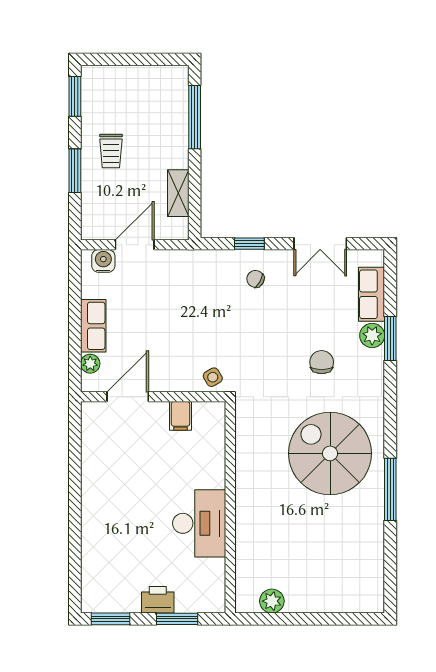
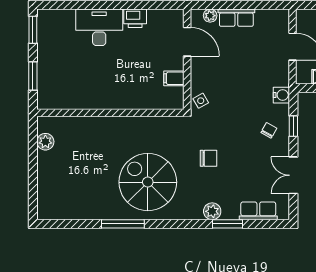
water cooler: (103, 261) -> (281, 95), moved
plant: (372, 335) -> (212, 211), moved
chair: (322, 362) -> (209, 158), moved
spiral stairs: (330, 453) -> (148, 182), turned -90
desk: (199, 523) -> (99, 27), moved, turned 180
printer: (158, 600) -> (135, 18), moved, turned 90

